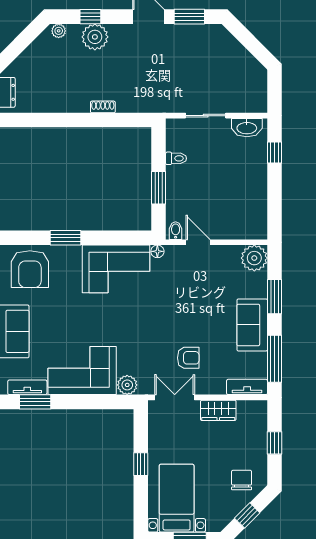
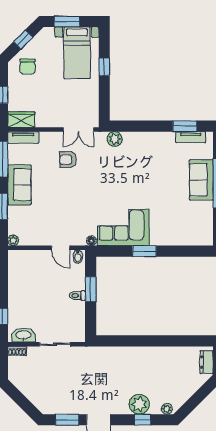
shoe rack: (103, 107) -> (17, 351), moved
toilet: (176, 158) -> (77, 295), moved
window: (66, 238) -> (144, 251), moved
plant: (254, 258) -> (13, 240), width x0.53, depth x0.53
armchair: (30, 269) -> (189, 227), removed
corner sofa: (82, 371) -> (149, 150), removed
wardrobe: (218, 410) -> (21, 120), moved
window: (141, 464) -> (104, 67), moved

